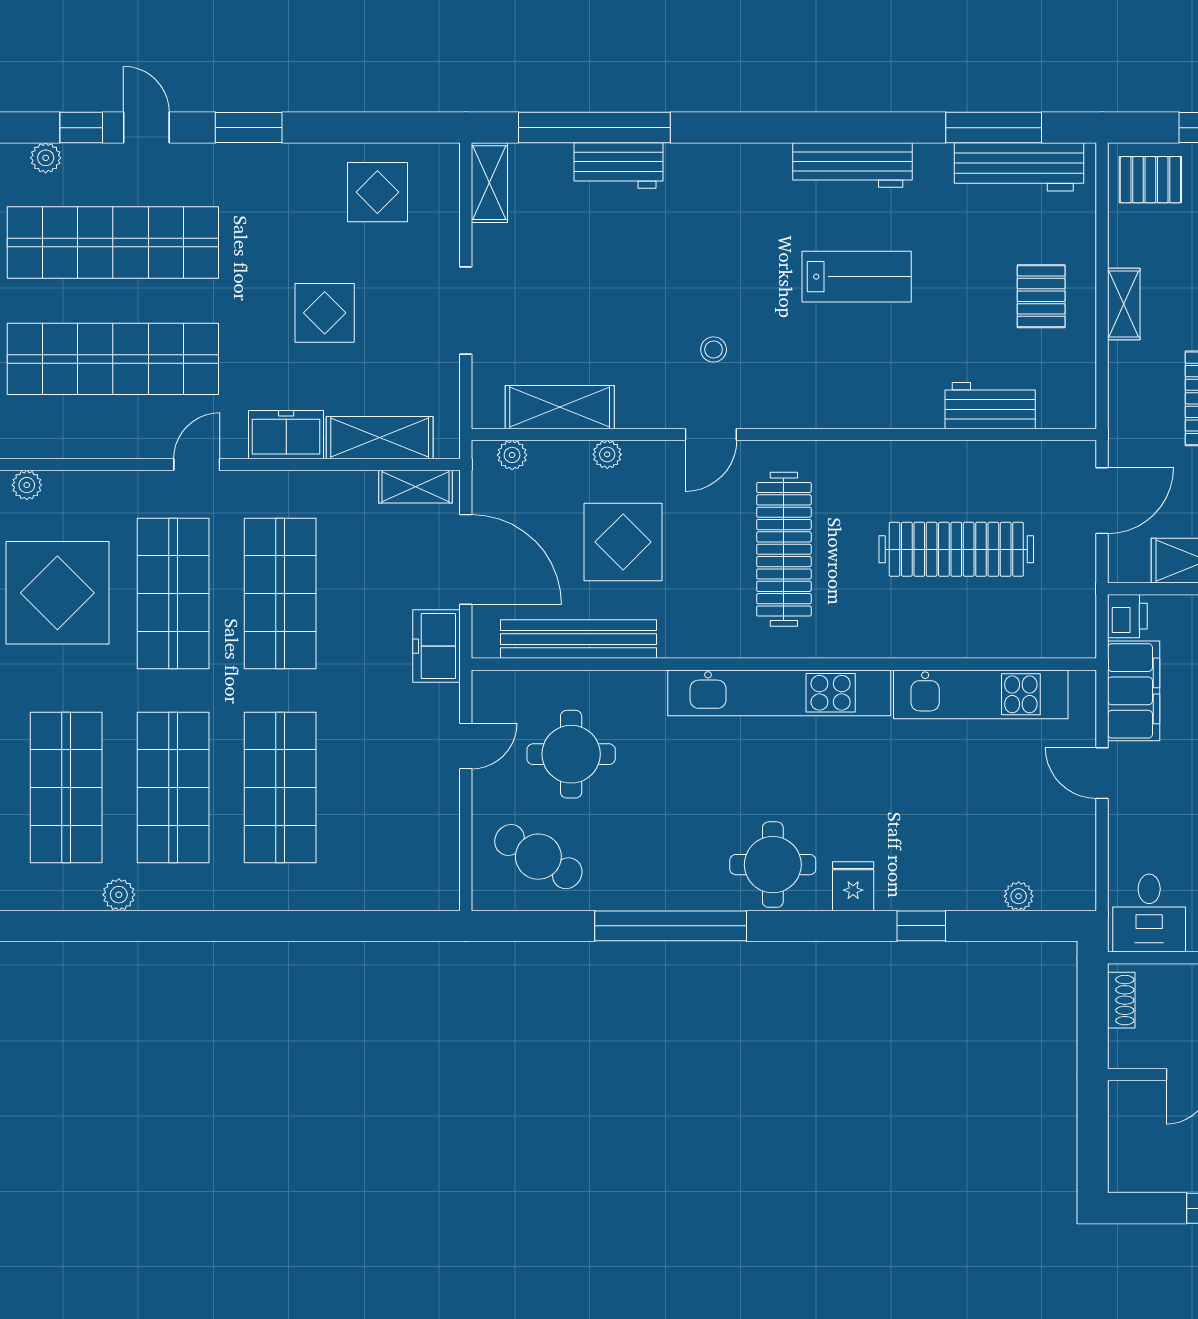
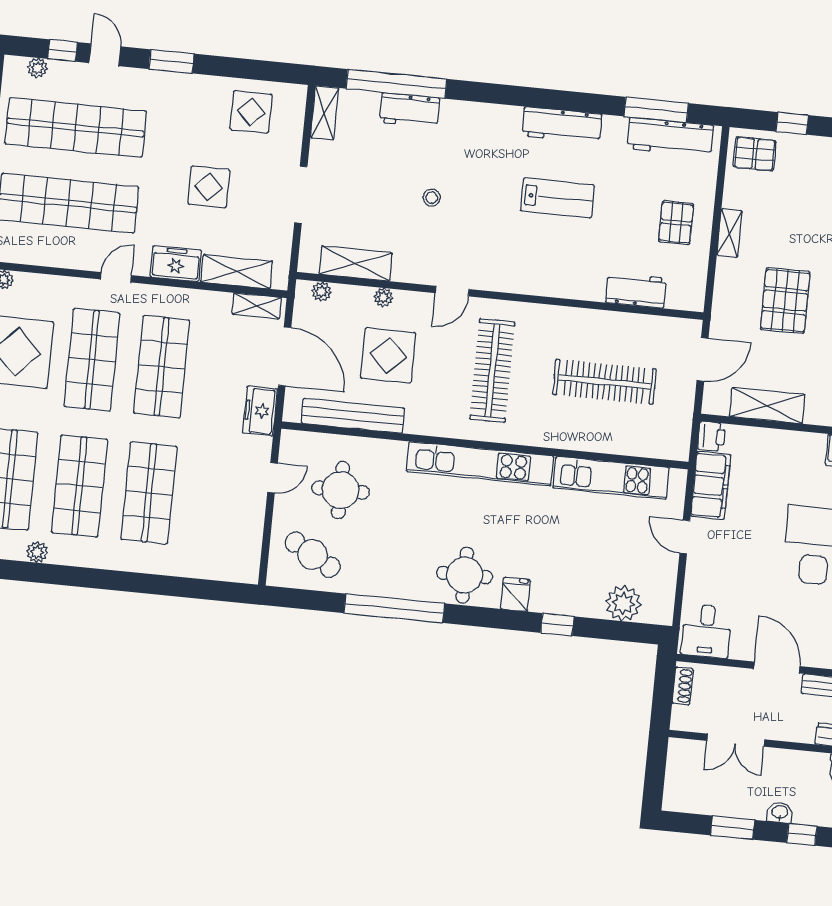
stool: (714, 349) -> (432, 198), moved
plant: (1019, 896) -> (623, 603), width x1.88, depth x1.88

